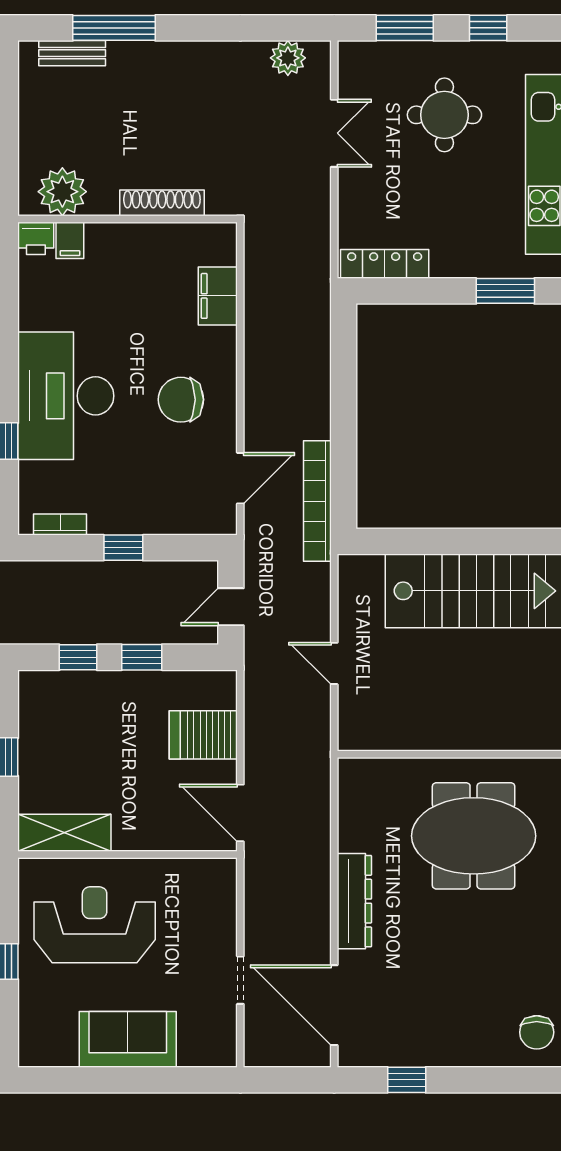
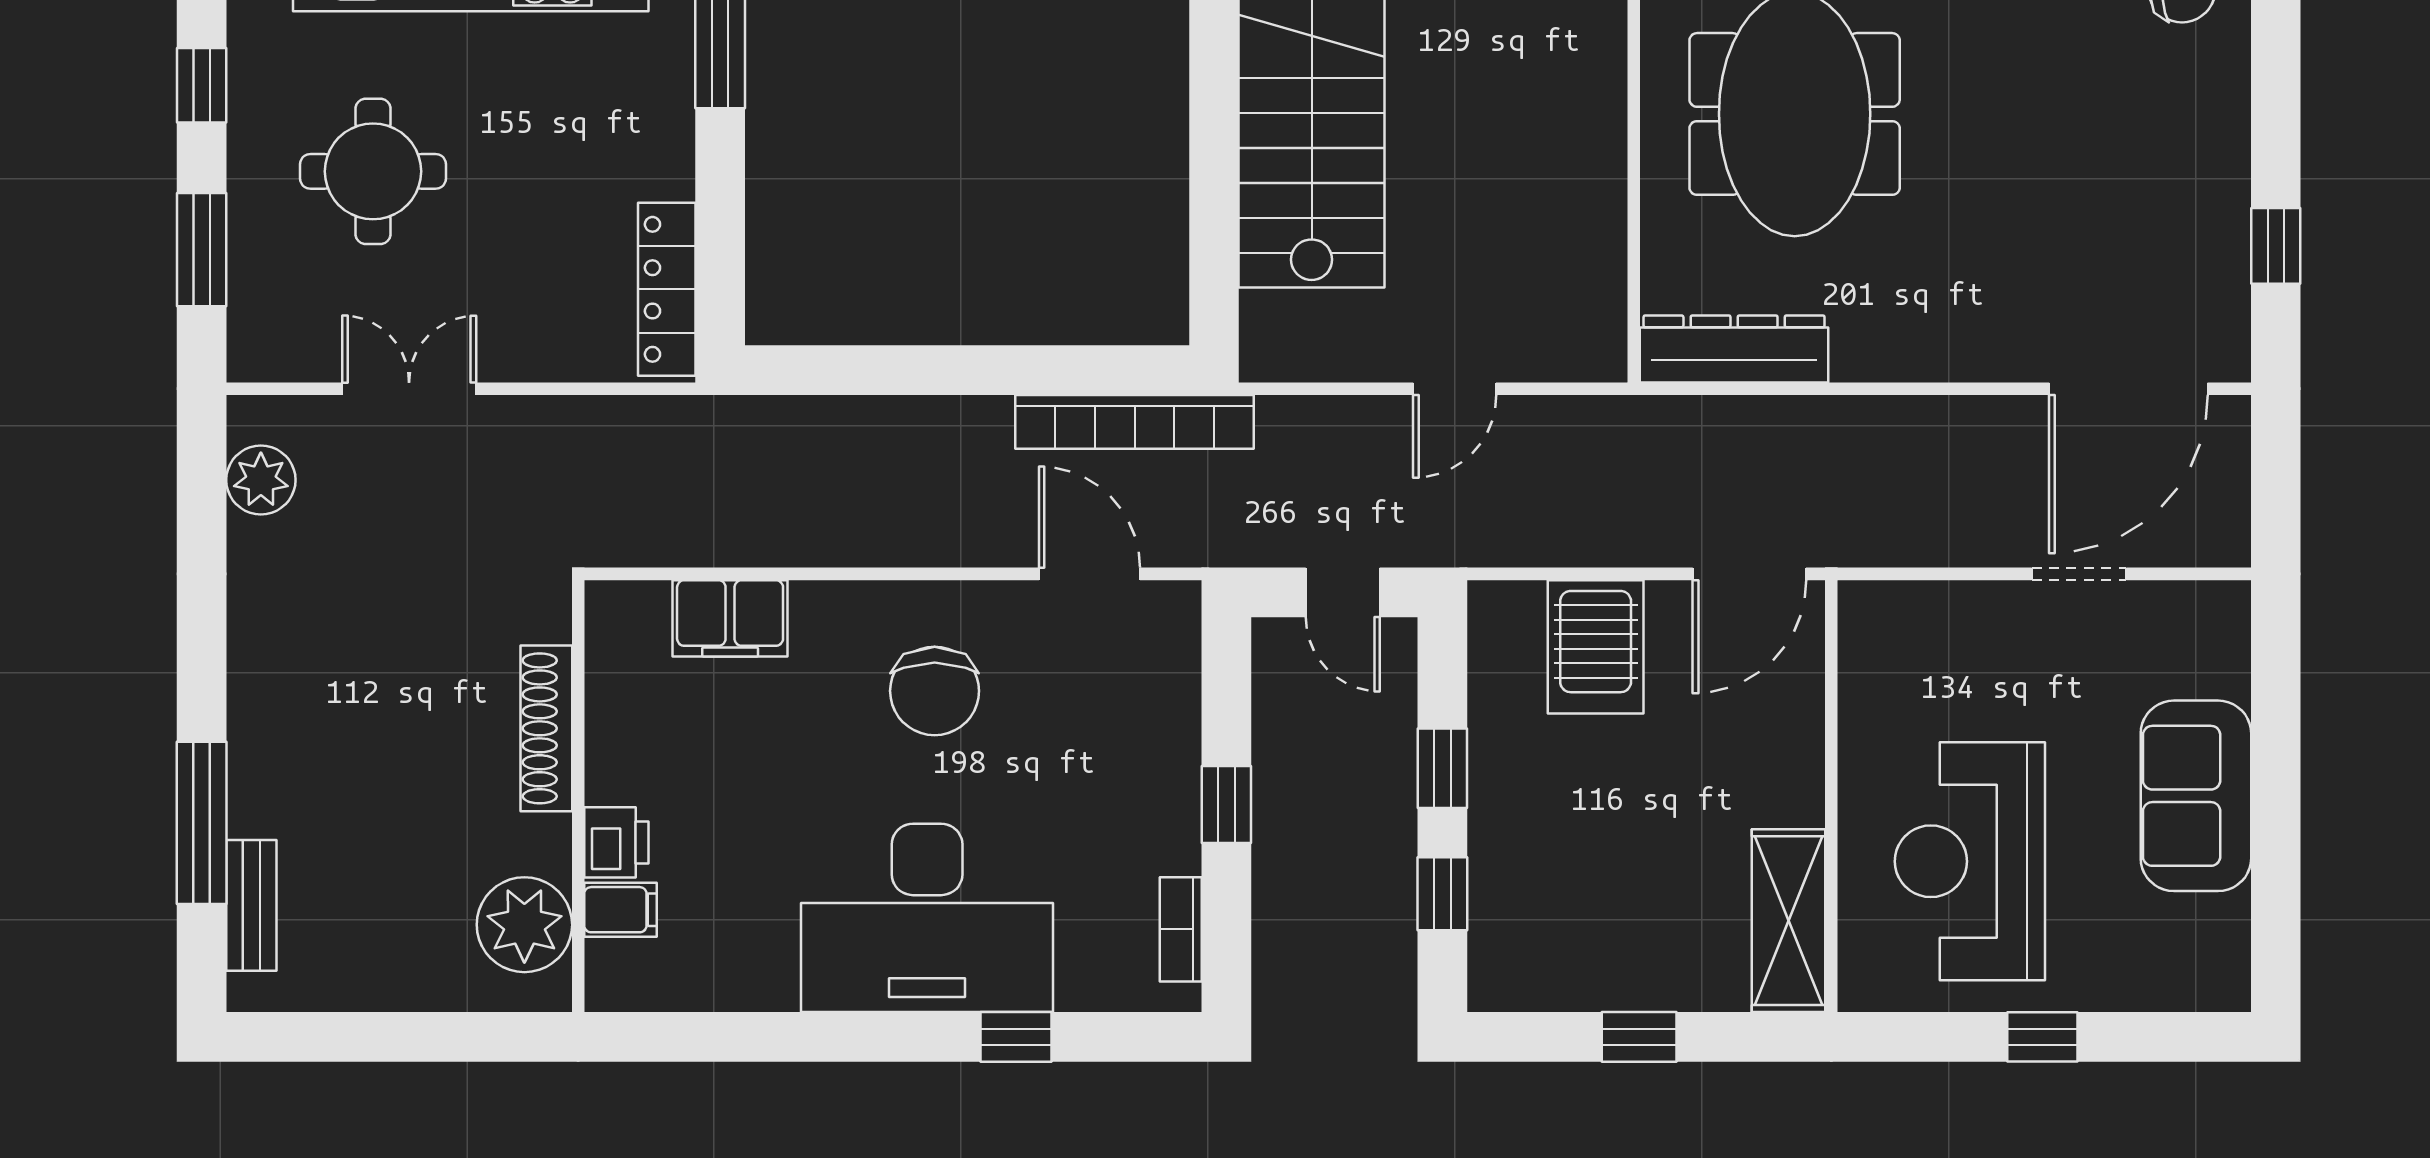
printer: (36, 238) -> (616, 842), moved
dresser: (354, 901) -> (1734, 349), moved

